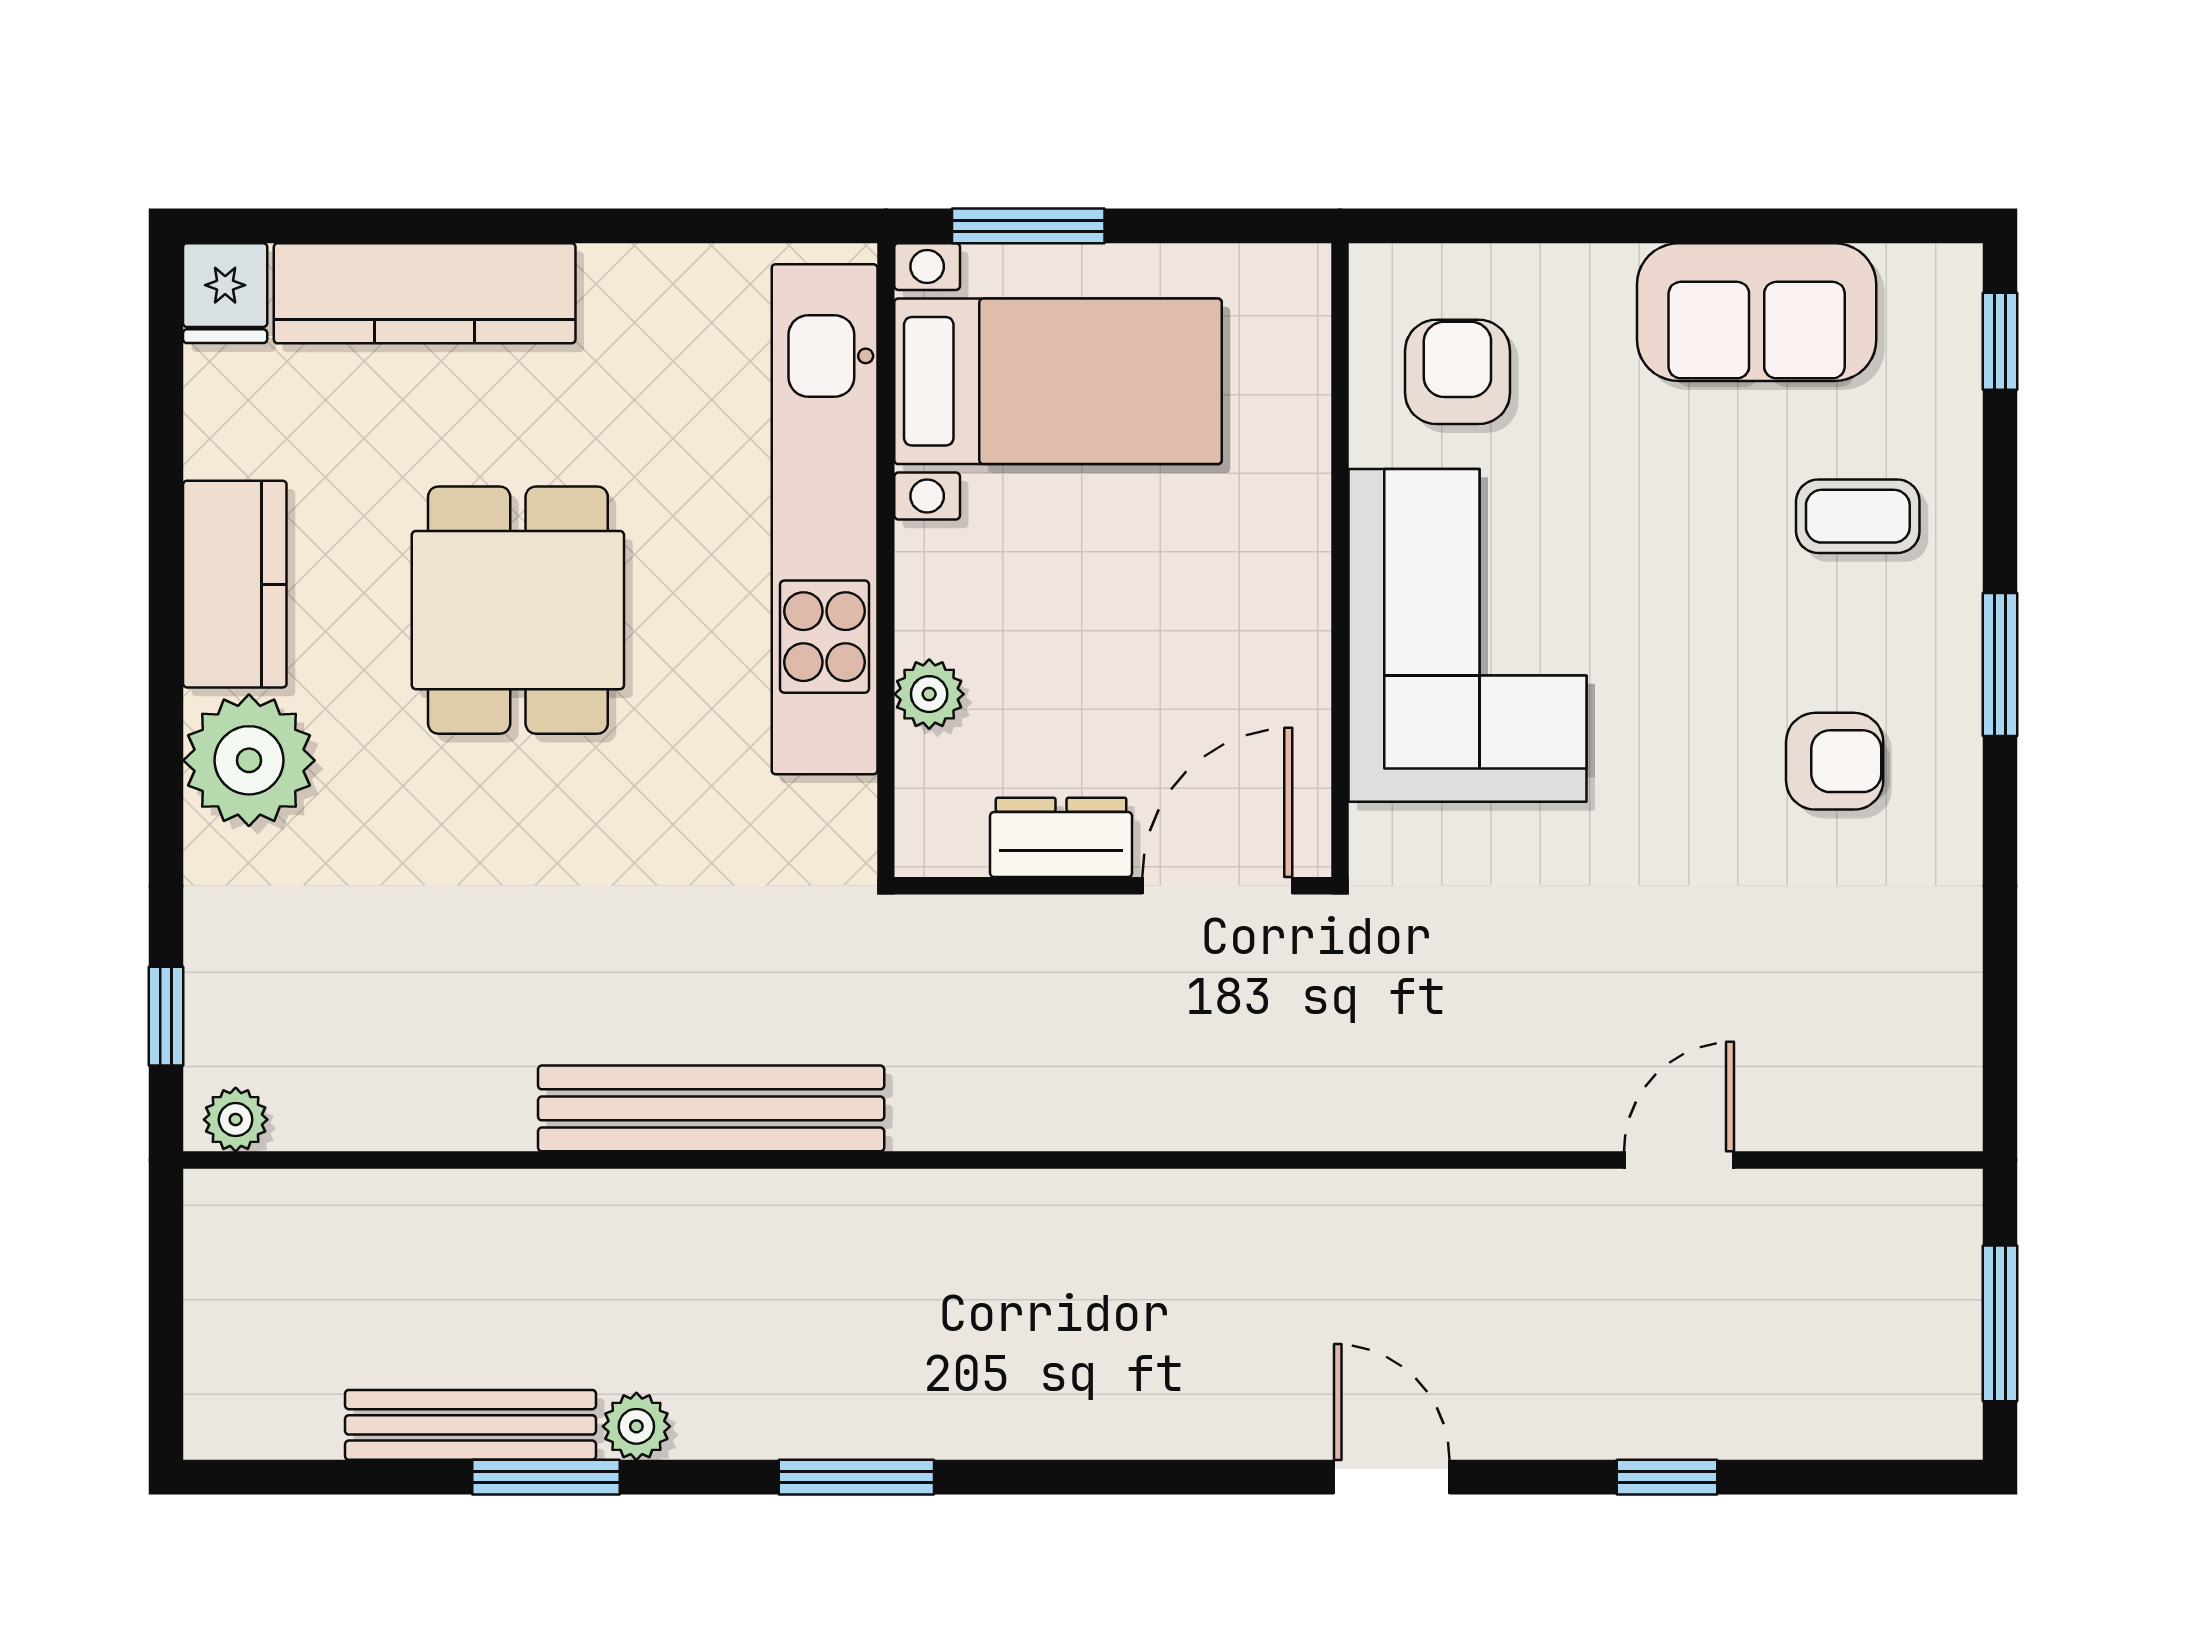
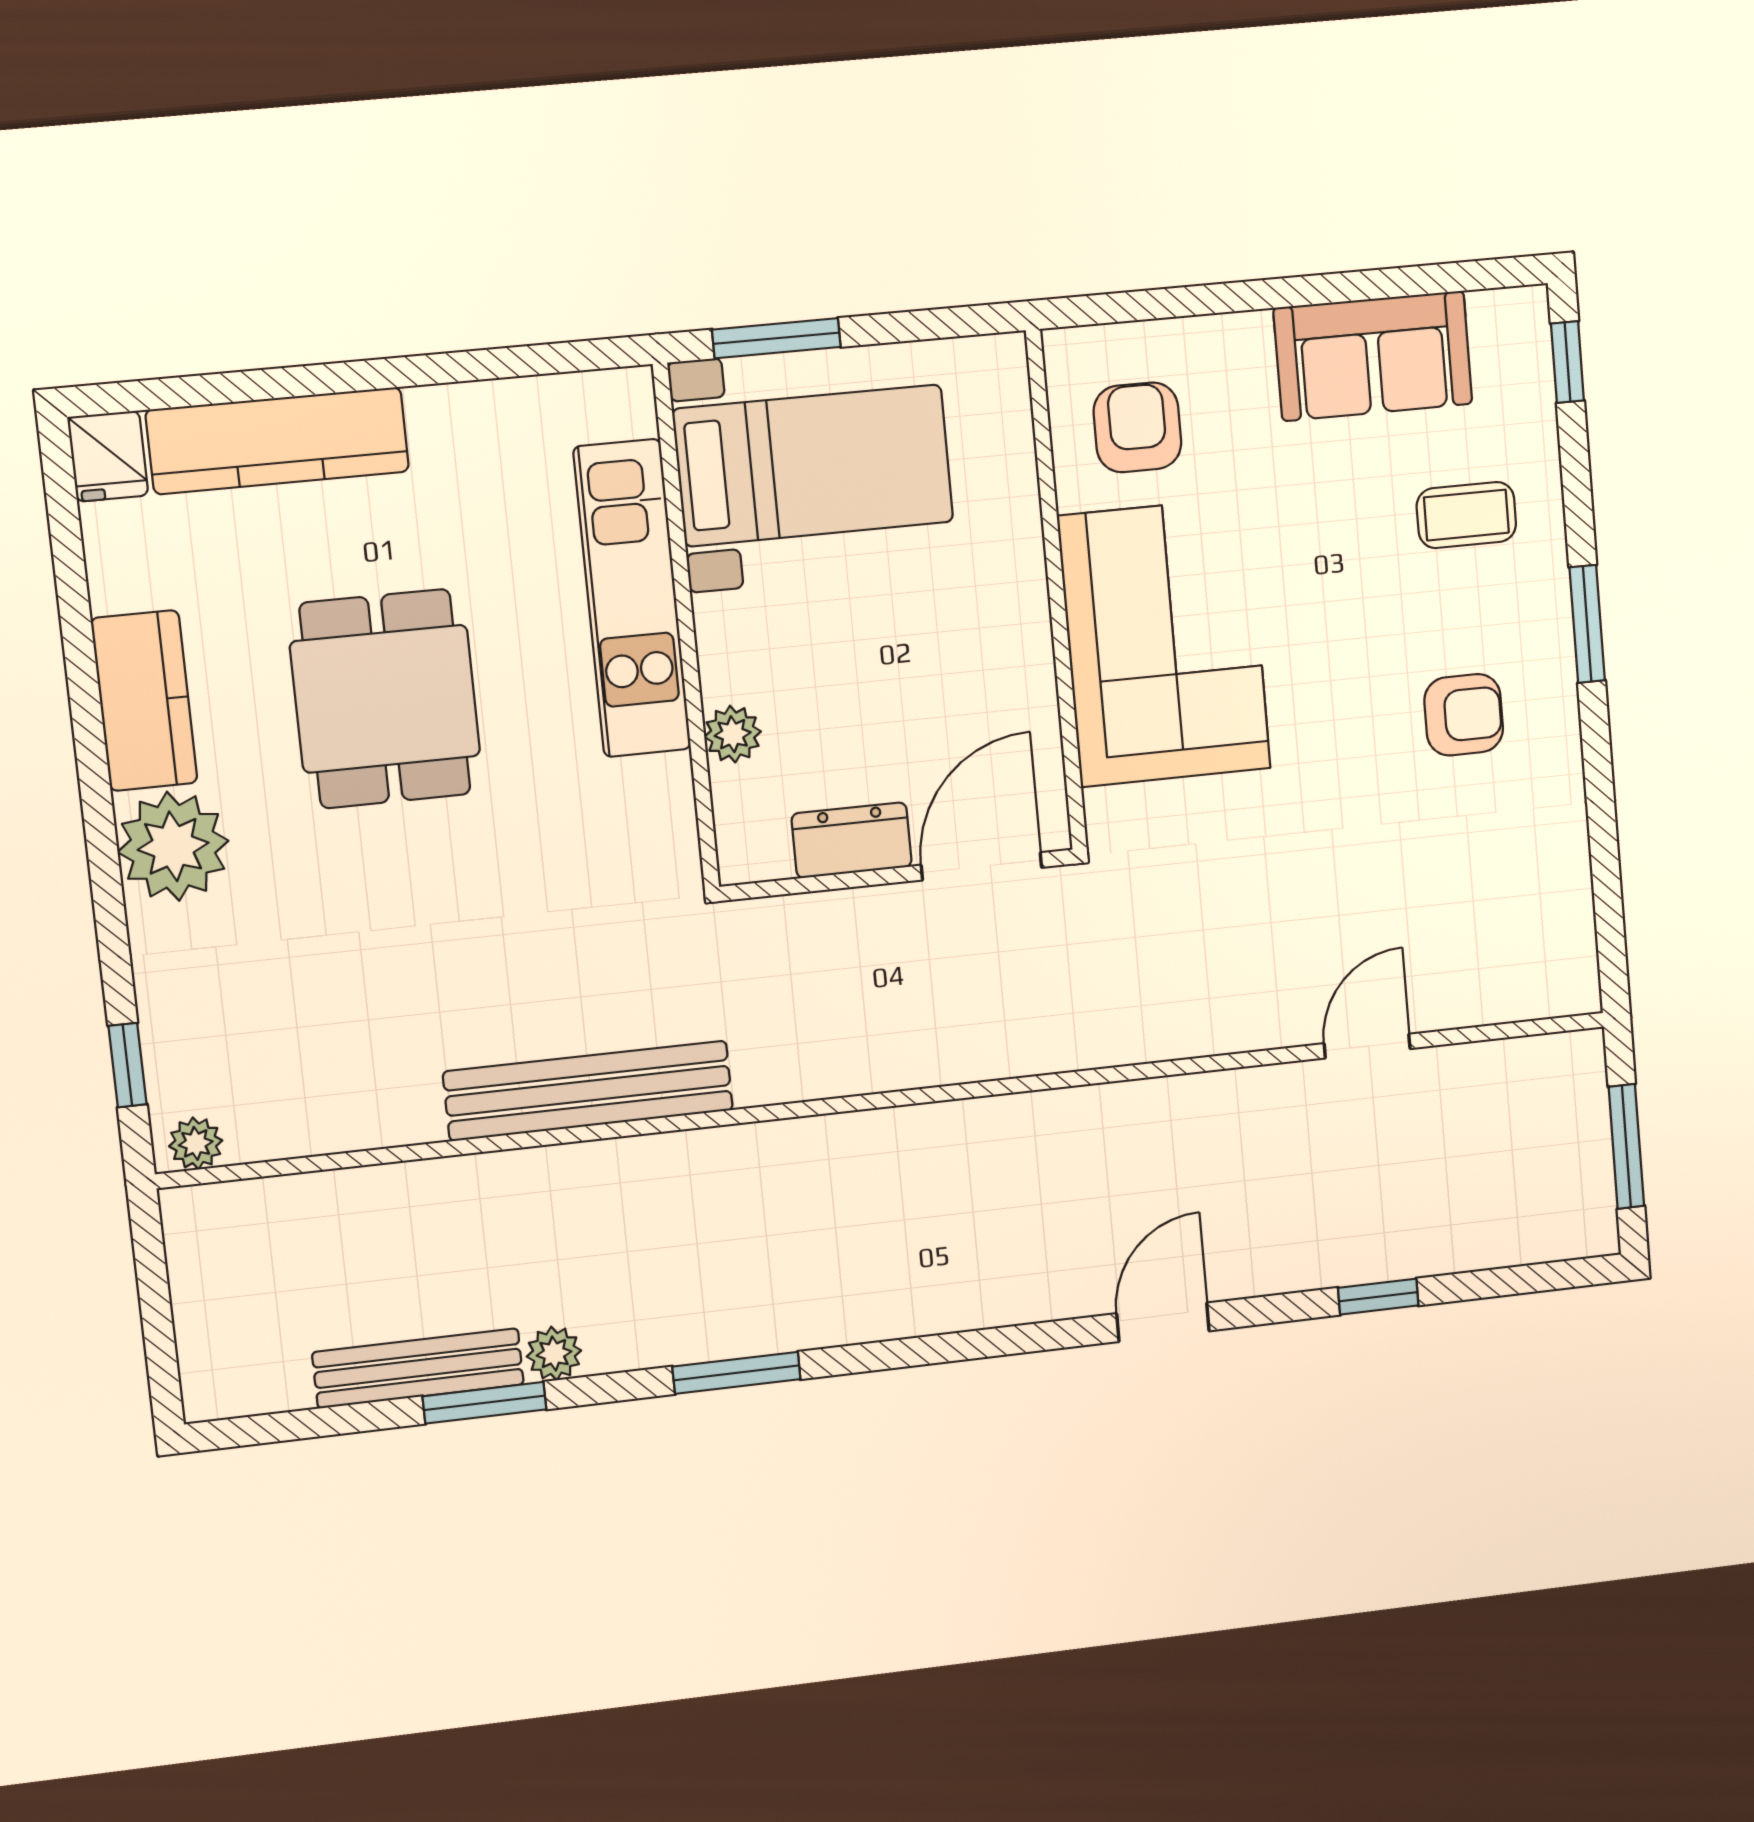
kitchen unit: (825, 519) -> (632, 598), width x0.73
door: (1392, 1477) -> (1163, 1322), hinge flipped

